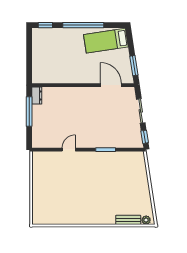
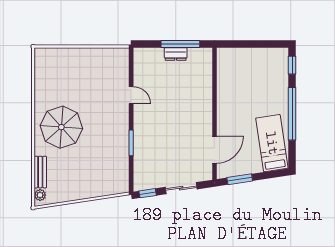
dresser: (37, 96) -> (176, 54), moved
parasol: (93, 204) -> (61, 127), added

